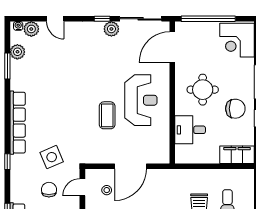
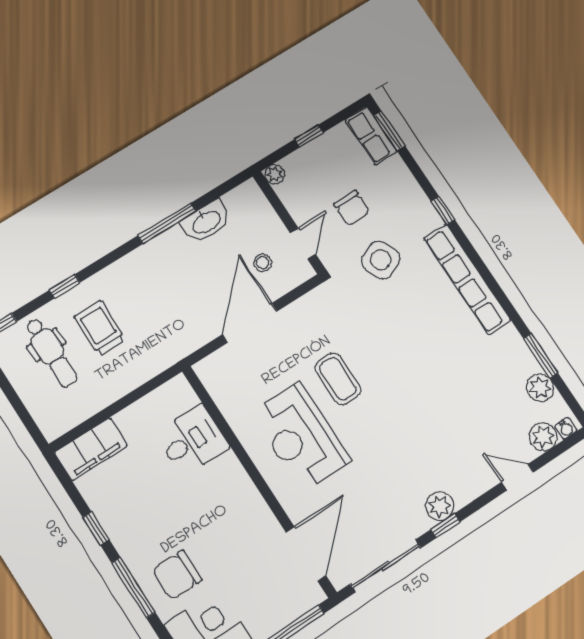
plant: (111, 29) -> (440, 506), moved
round table: (203, 90) -> (213, 517), removed
chair: (235, 109) -> (177, 575), moved

